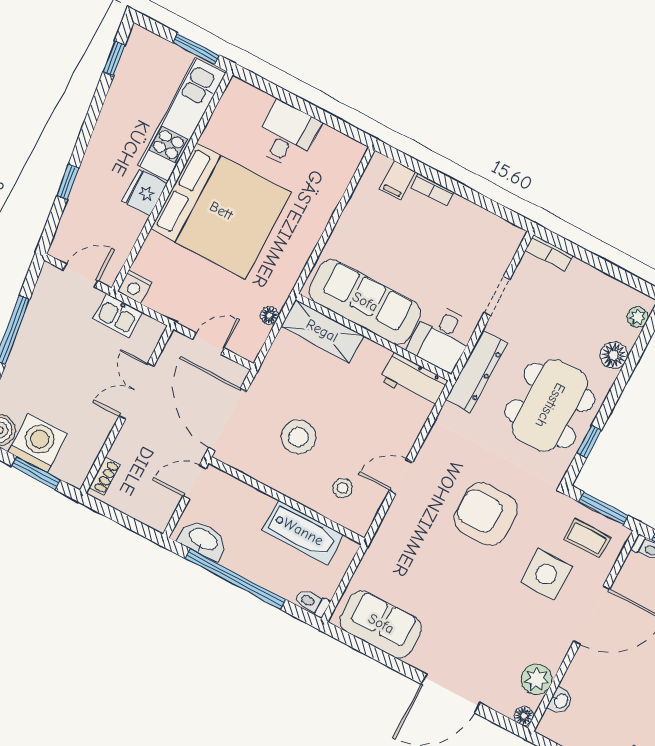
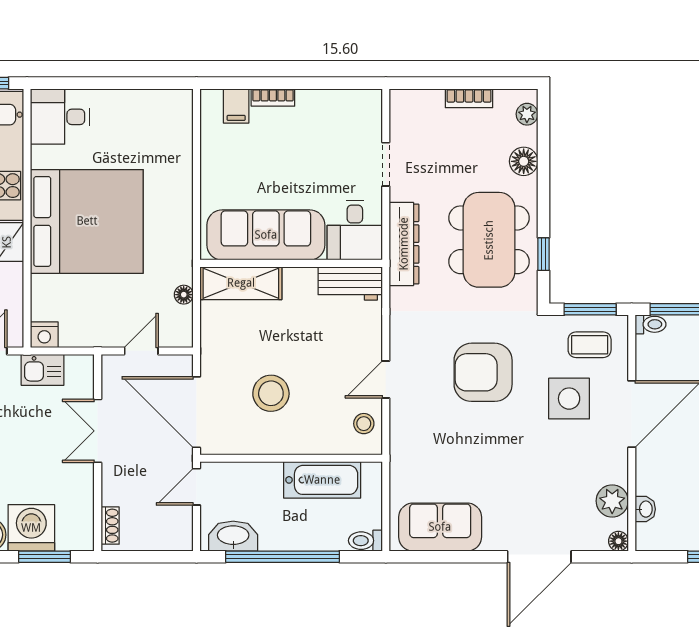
desk: (287, 135) -> (60, 117), moved, turned -90
bookcase: (549, 253) -> (469, 98), moved
stool: (343, 488) -> (364, 424), moved

